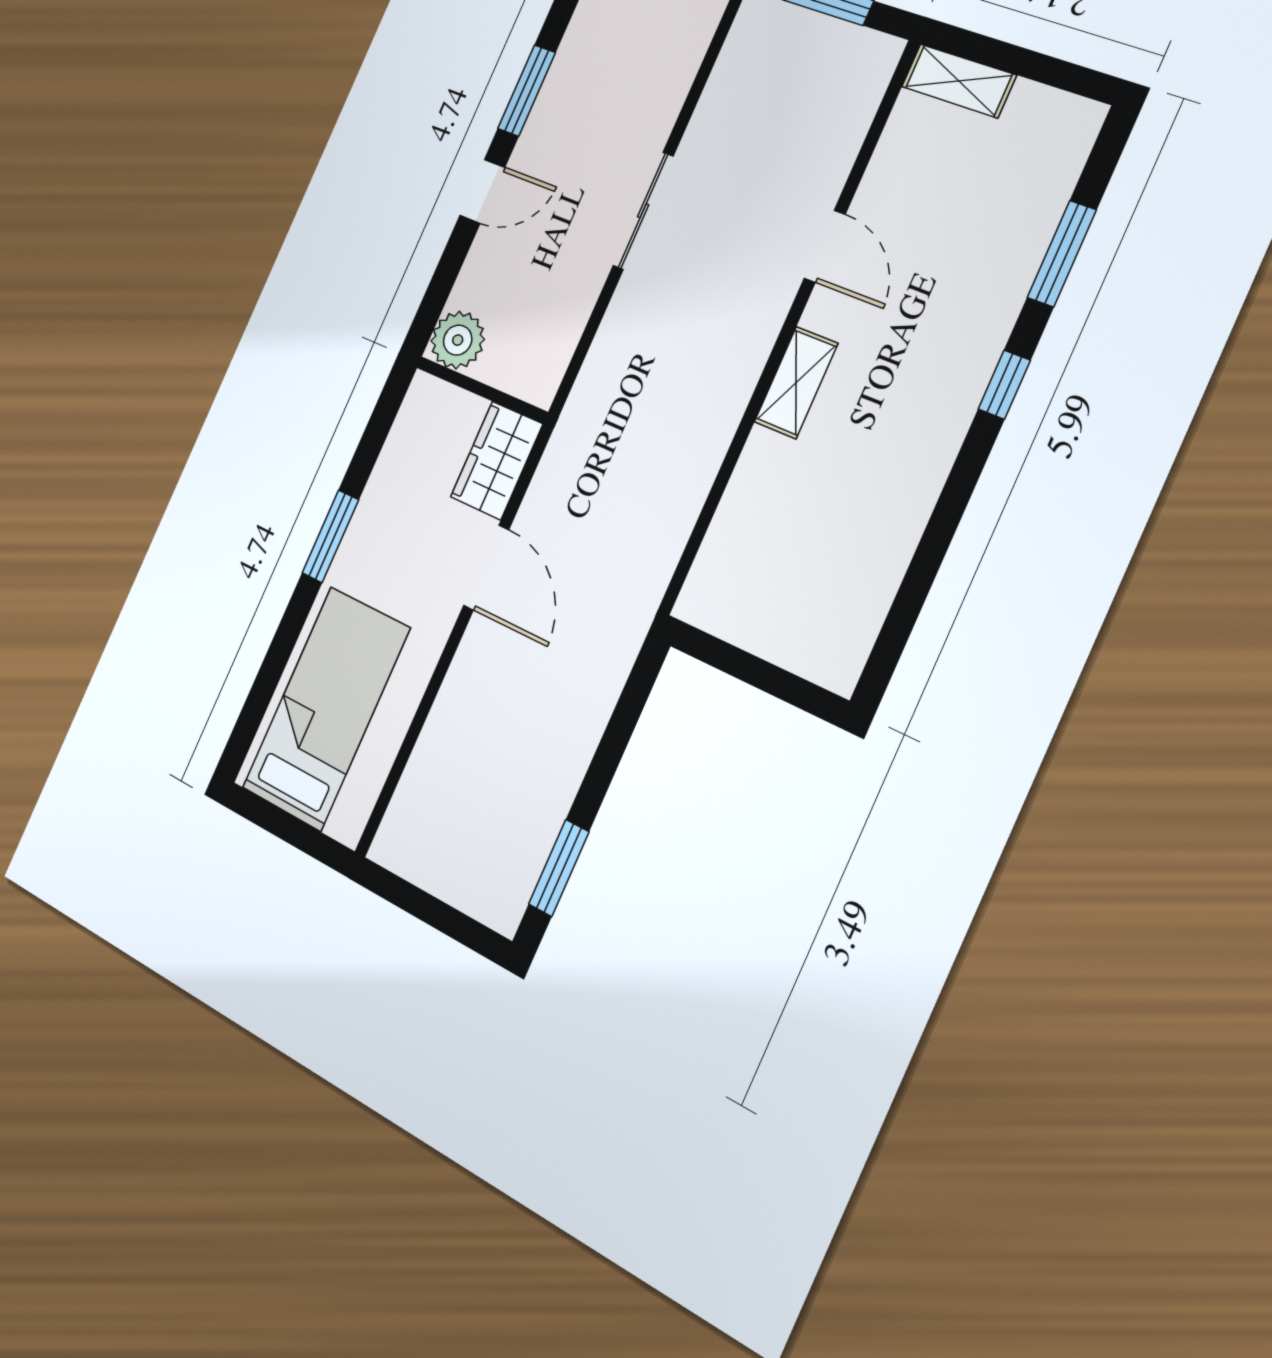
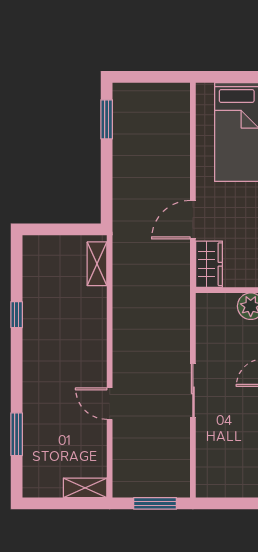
shelving: (796, 383) -> (97, 264), moved
window: (1004, 385) -> (17, 315), moved
door: (486, 568) -> (193, 220), hinge flipped

